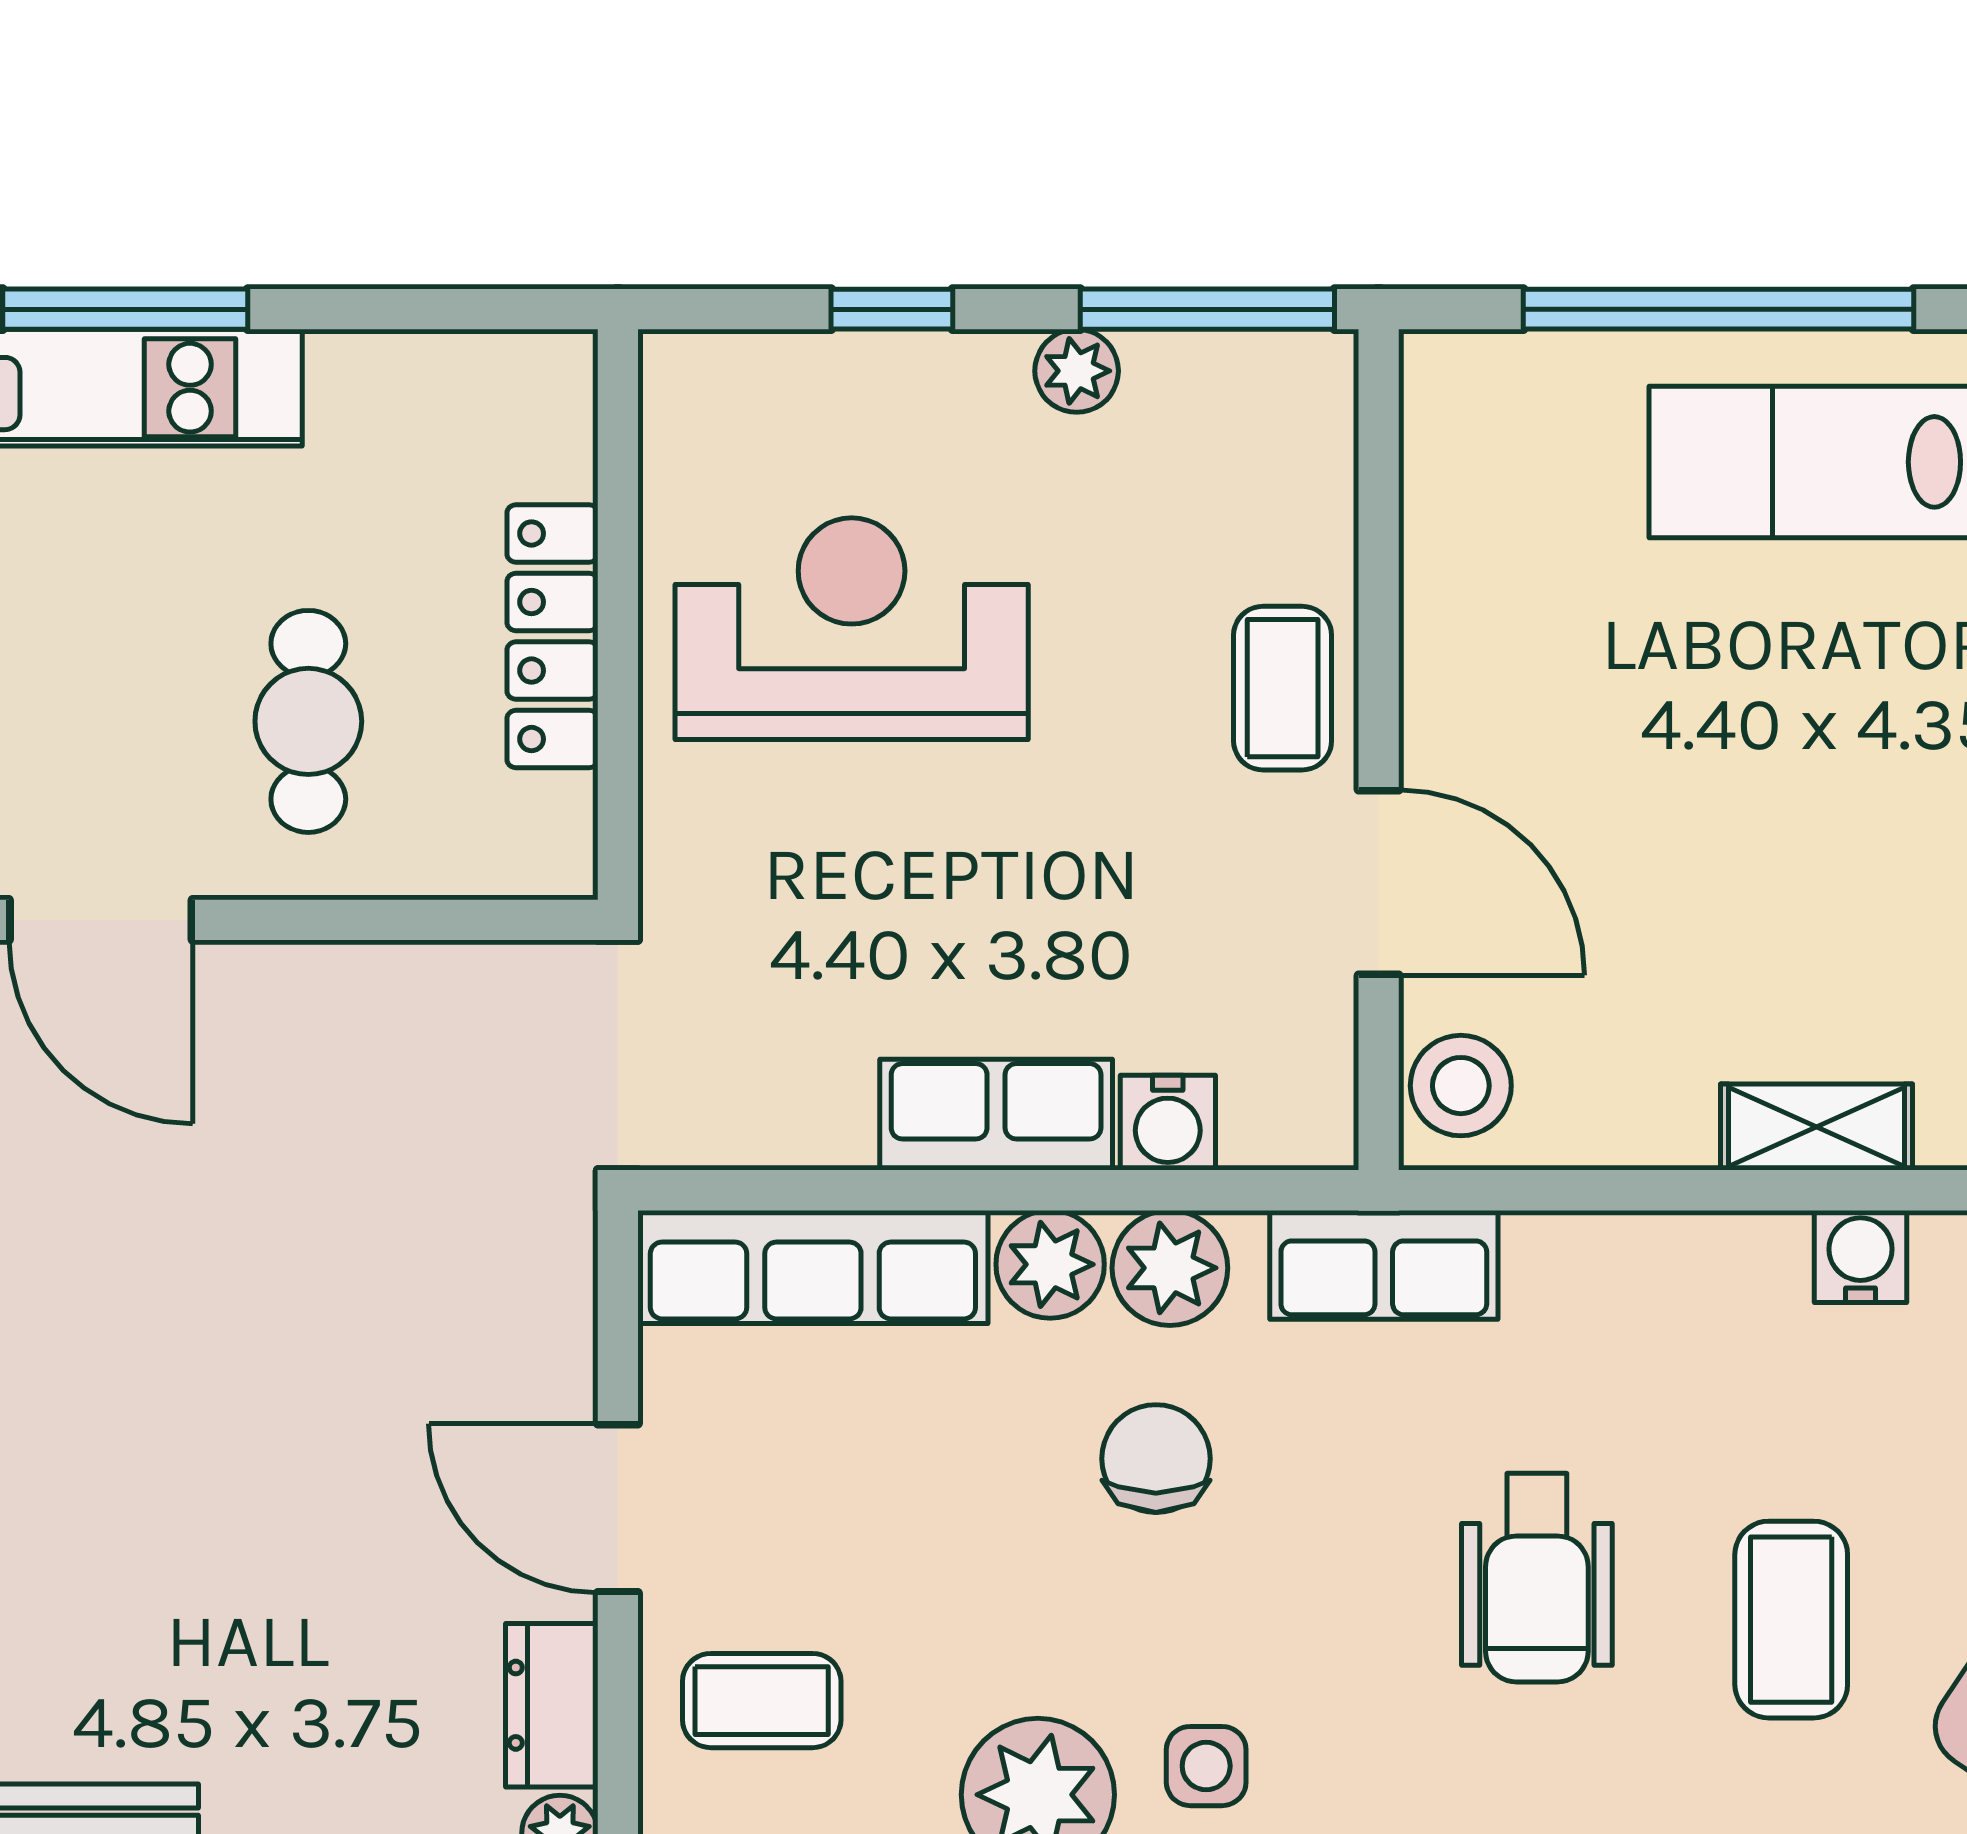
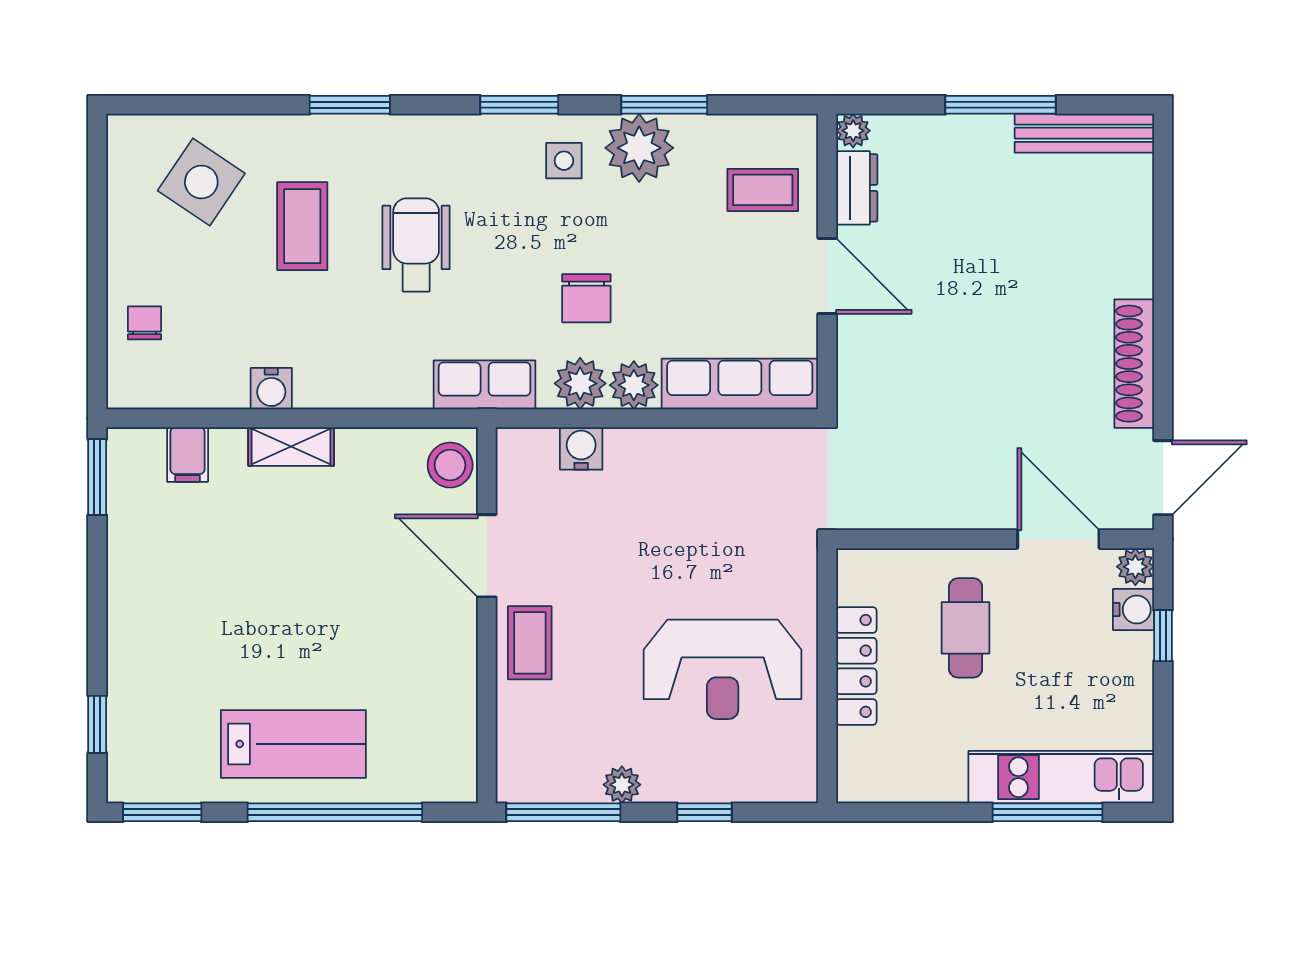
row of seats: (996, 1115) -> (658, 452), removed

